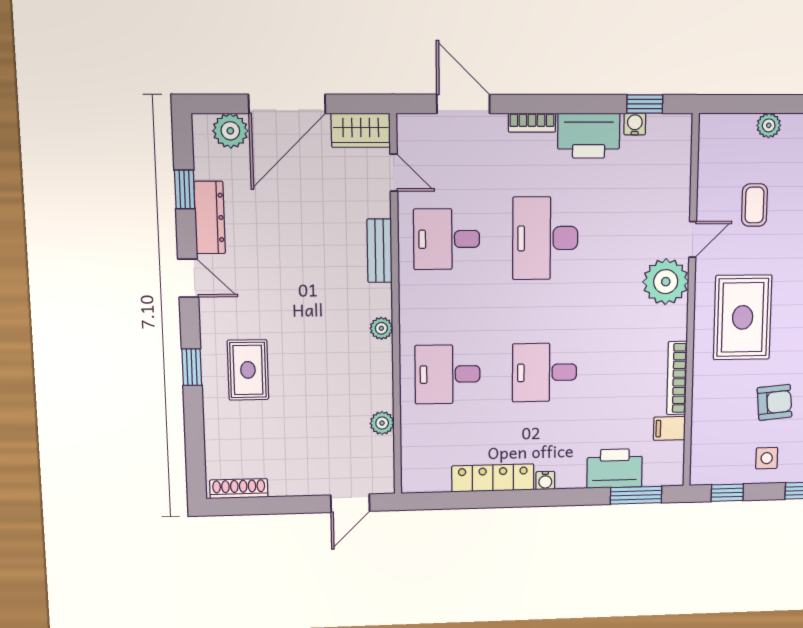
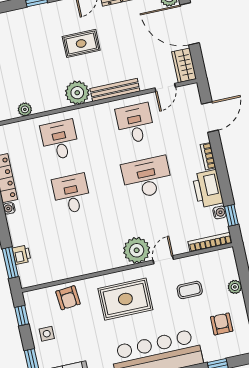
door: (693, 239) -> (163, 260), swing flipped
bench: (380, 251) -> (115, 90), width x1.36
plant: (381, 328) -> (77, 93), width x1.87, depth x1.87
rug: (248, 370) -> (81, 43), moved
bookcase: (677, 378) -> (210, 242), moved
armchair: (775, 402) -> (68, 298), moved
filing cabinet: (669, 428) -> (53, 273), removed
printer: (615, 468) -> (22, 255), width x0.53, depth x0.68

